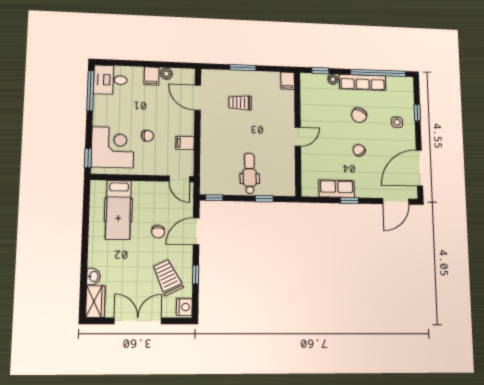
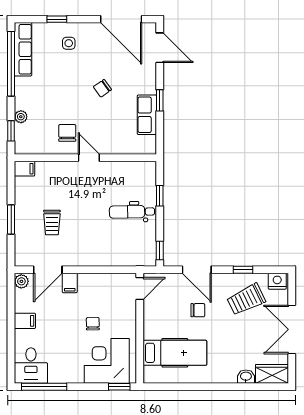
plant: (166, 74) -> (21, 281), moved
row of seats: (363, 82) -> (23, 49), moved
chair: (359, 115) -> (67, 133), moved, turned -115
filing cabinet: (185, 143) -> (70, 283), moved

